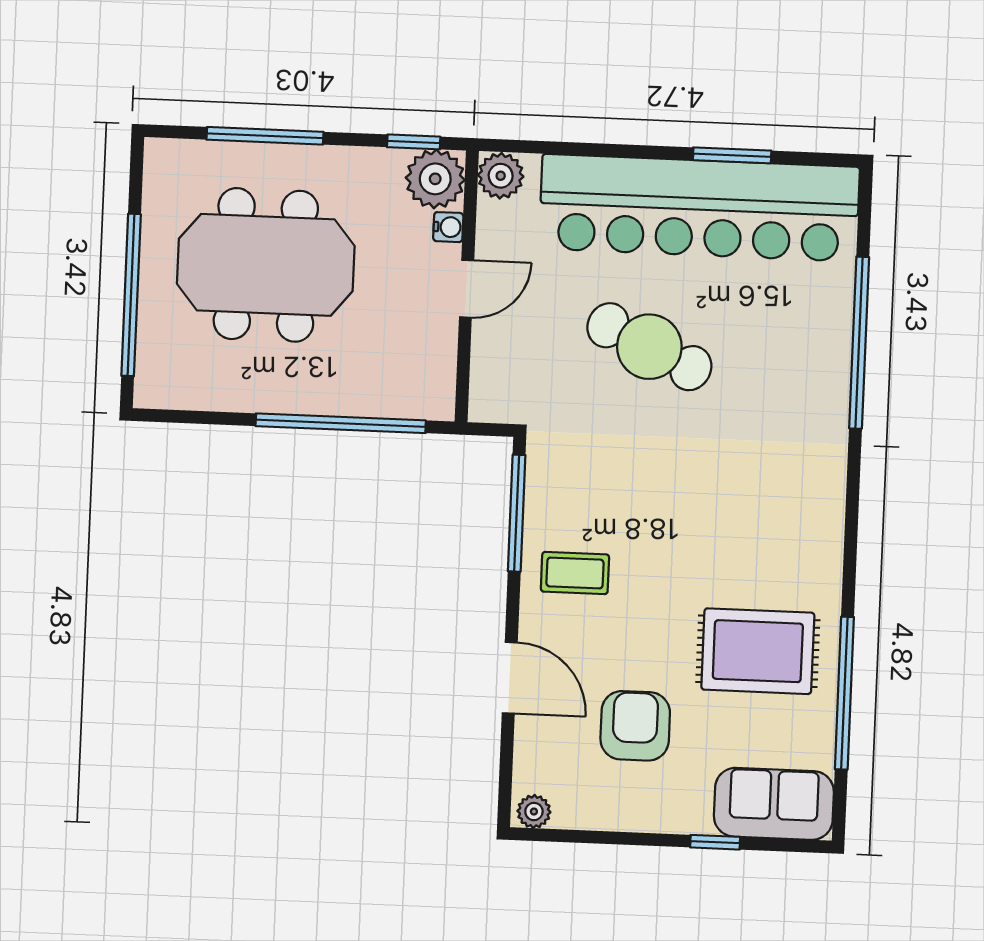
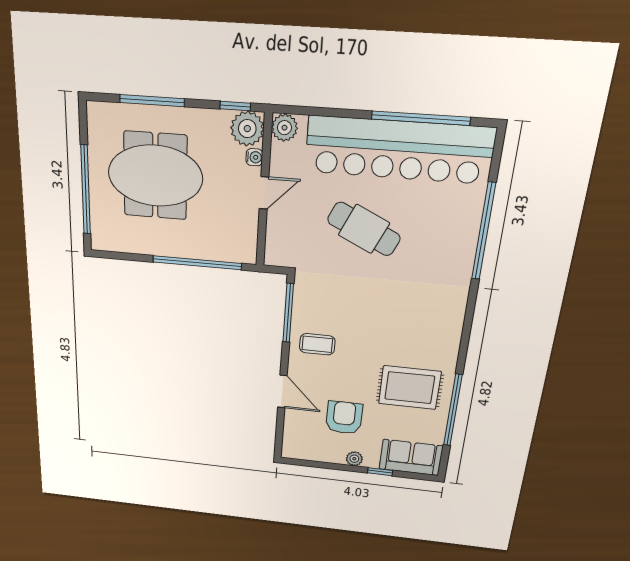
window: (732, 155) -> (421, 118), width x2.11
plant: (534, 812) -> (354, 459), moved

